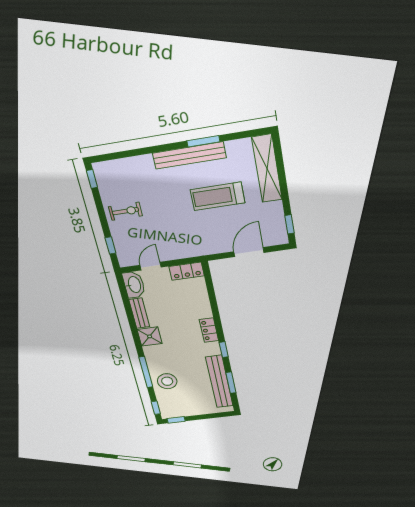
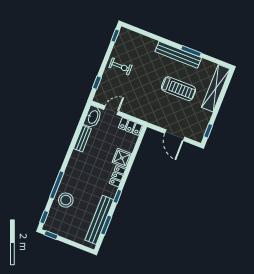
treadmill: (218, 196) -> (178, 89), turned 180
door: (249, 252) -> (175, 135), swing flipped
shower: (150, 336) -> (122, 158), moved

